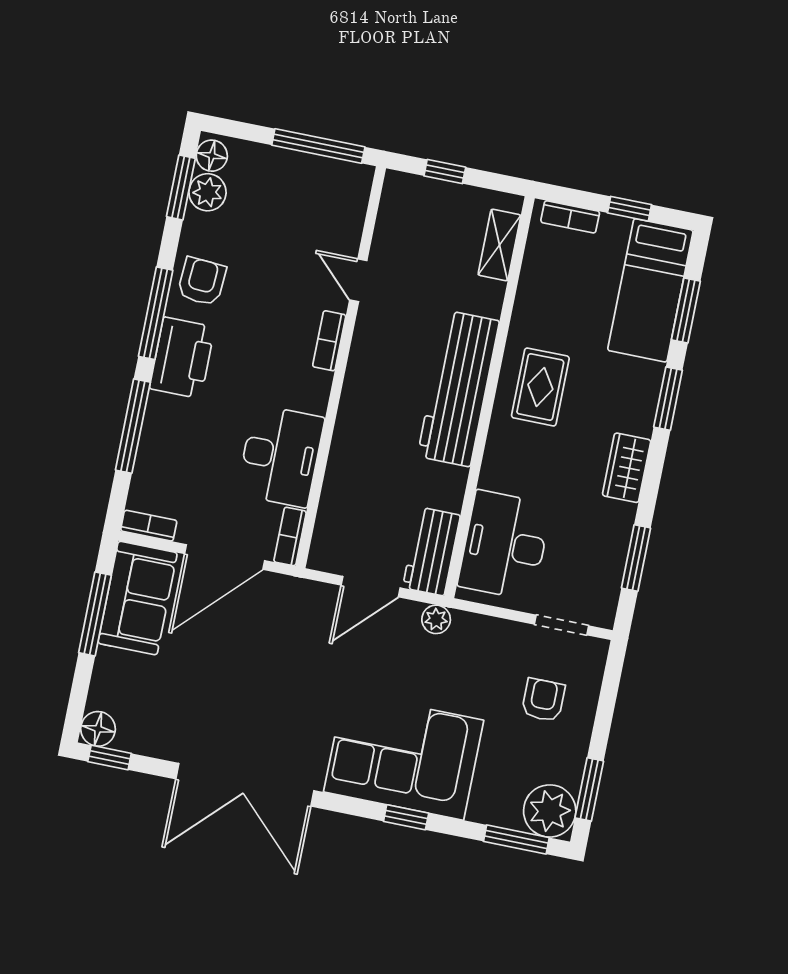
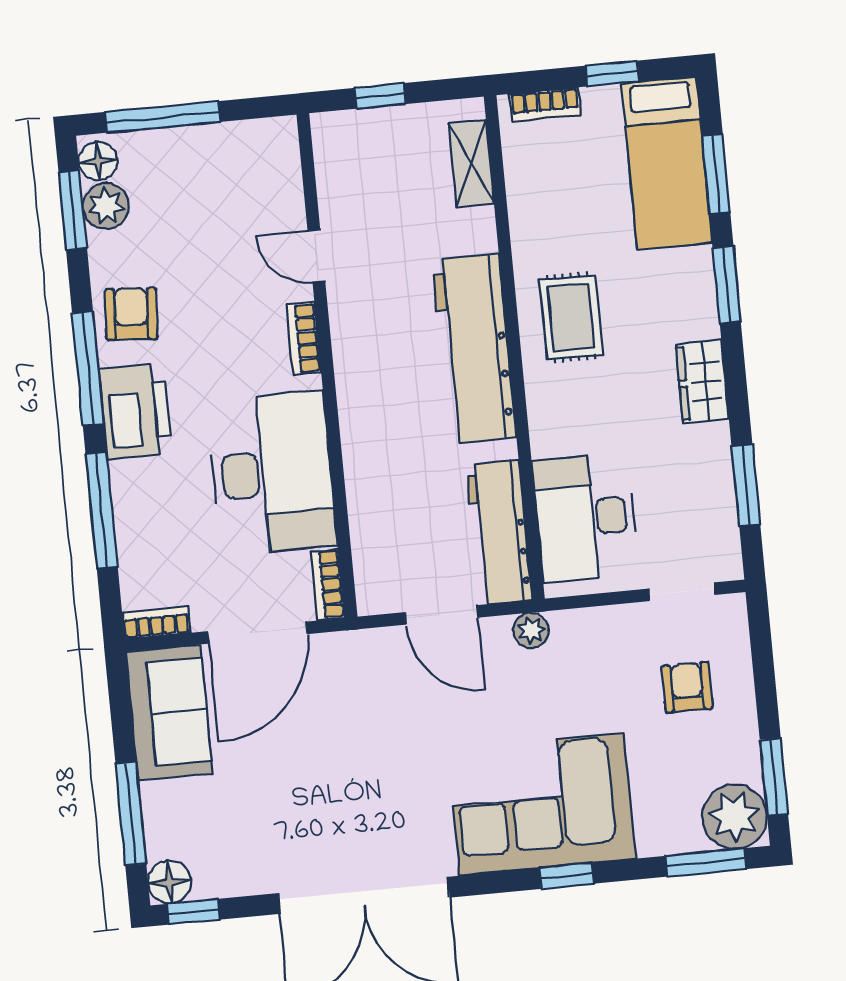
window: (318, 146) -> (163, 117), moved
desk: (281, 456) -> (272, 473), width x1.36, depth x1.30
workbench: (431, 551) -> (499, 532), width x1.38
door: (371, 587) -> (441, 615), hinge flipped
window: (95, 614) -> (131, 814), moved

